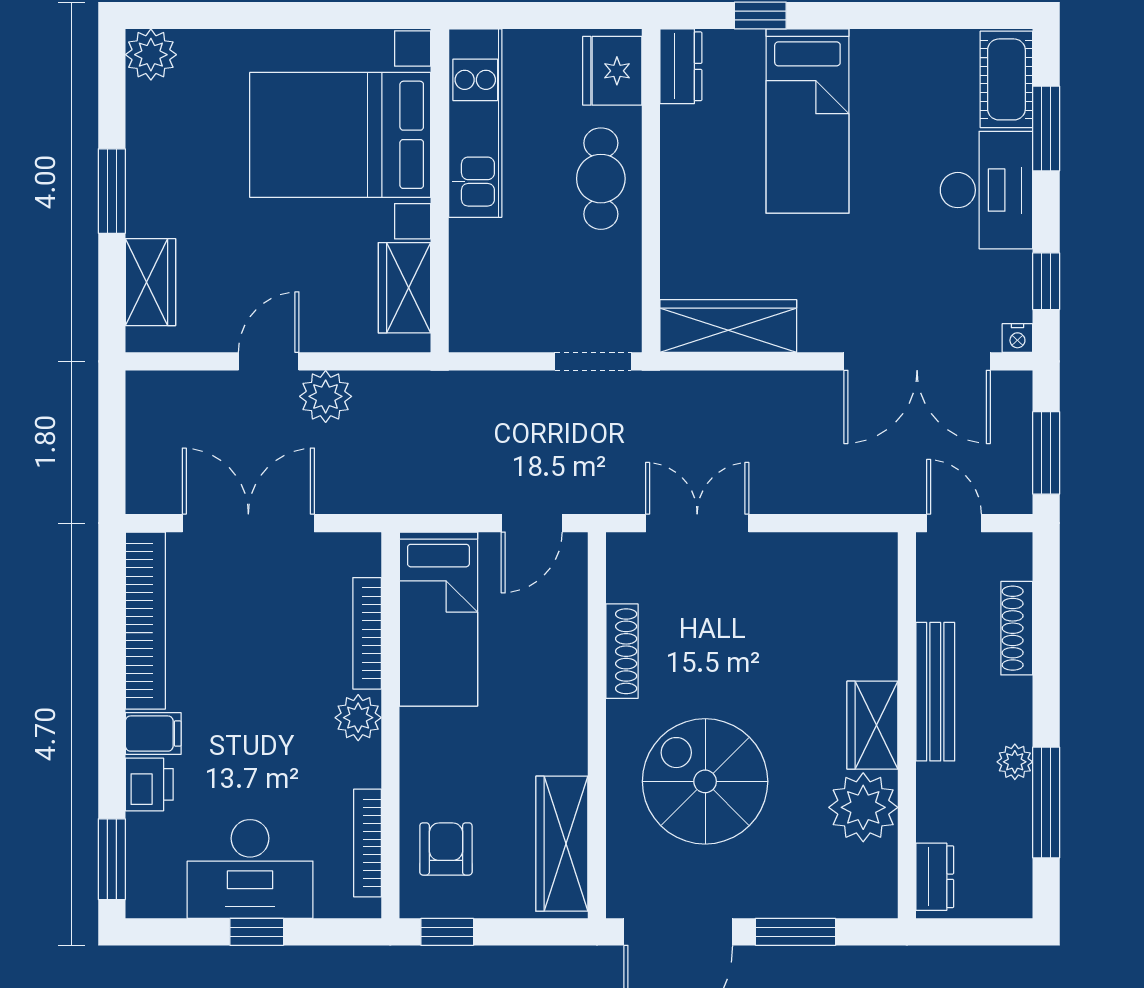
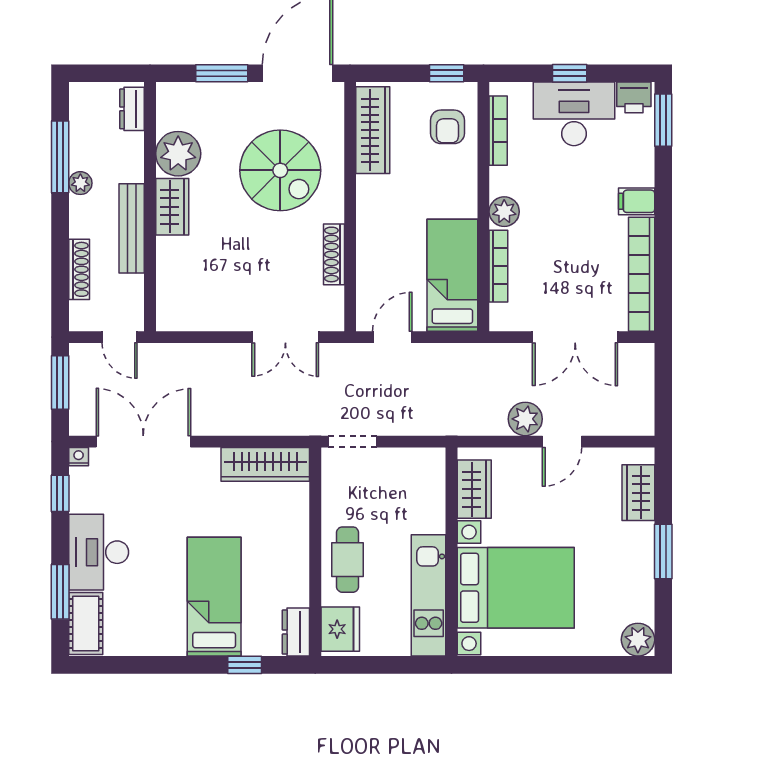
printer: (149, 784) -> (634, 97), moved, turned -90

